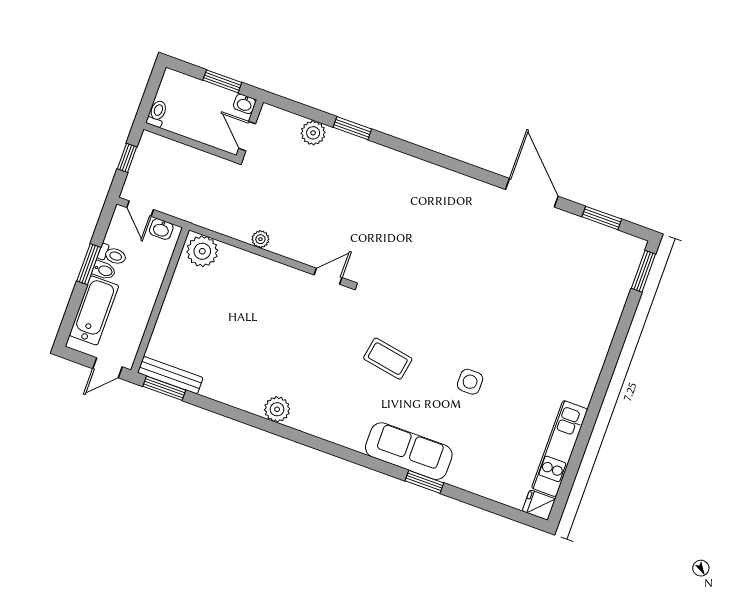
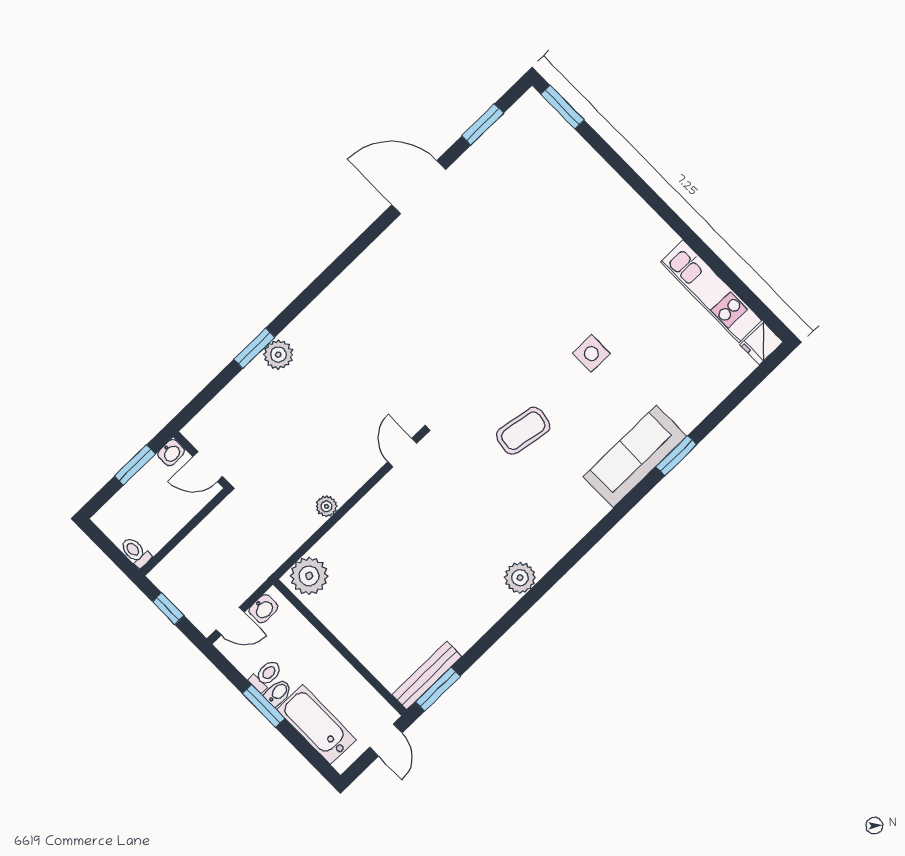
plant: (313, 133) -> (278, 355), moved

